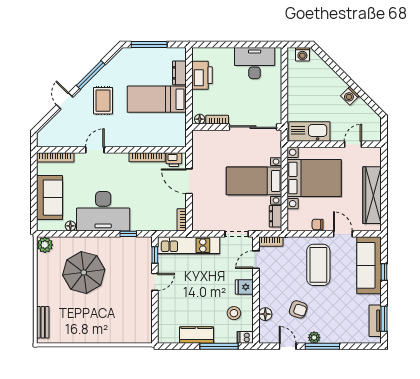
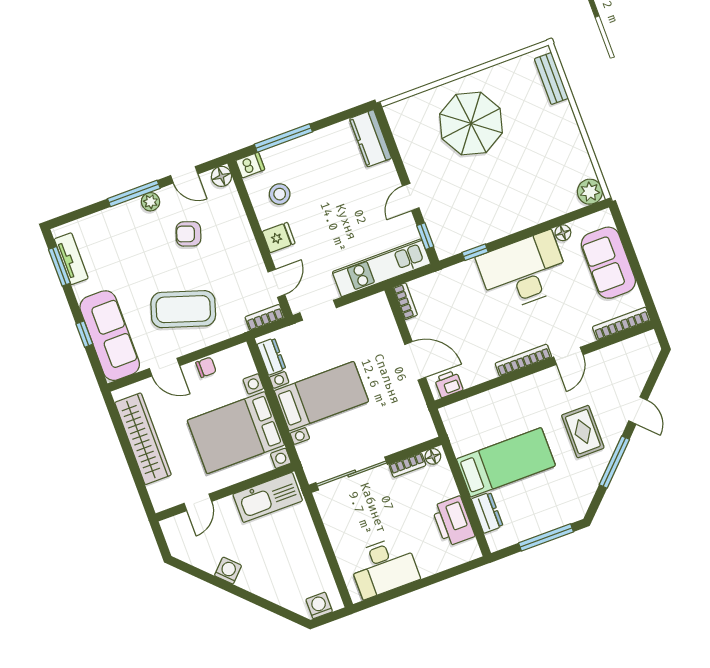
bookcase: (147, 157) -> (523, 360), moved
coffee table: (318, 265) -> (183, 309), turned -72
parasol: (84, 272) -> (471, 123), moved
floor lamp: (265, 314) -> (221, 176), moved
kitchen counter: (197, 335) -> (371, 138), moved, turned 90

